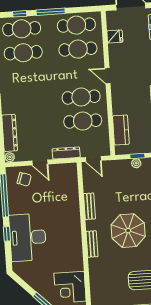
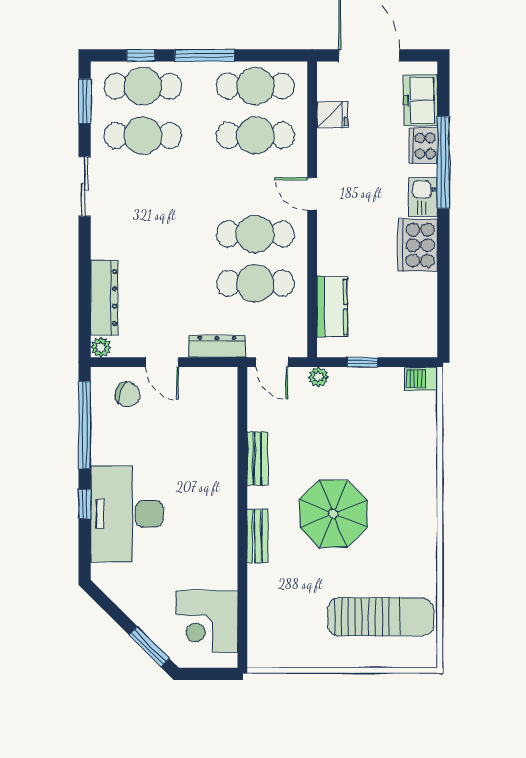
plant: (136, 163) -> (318, 377), moved

